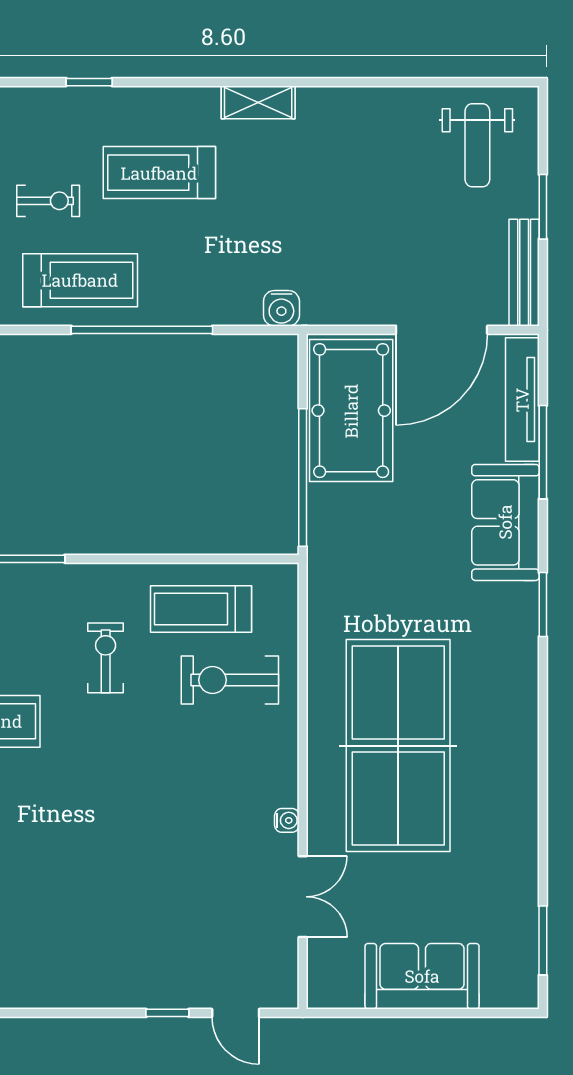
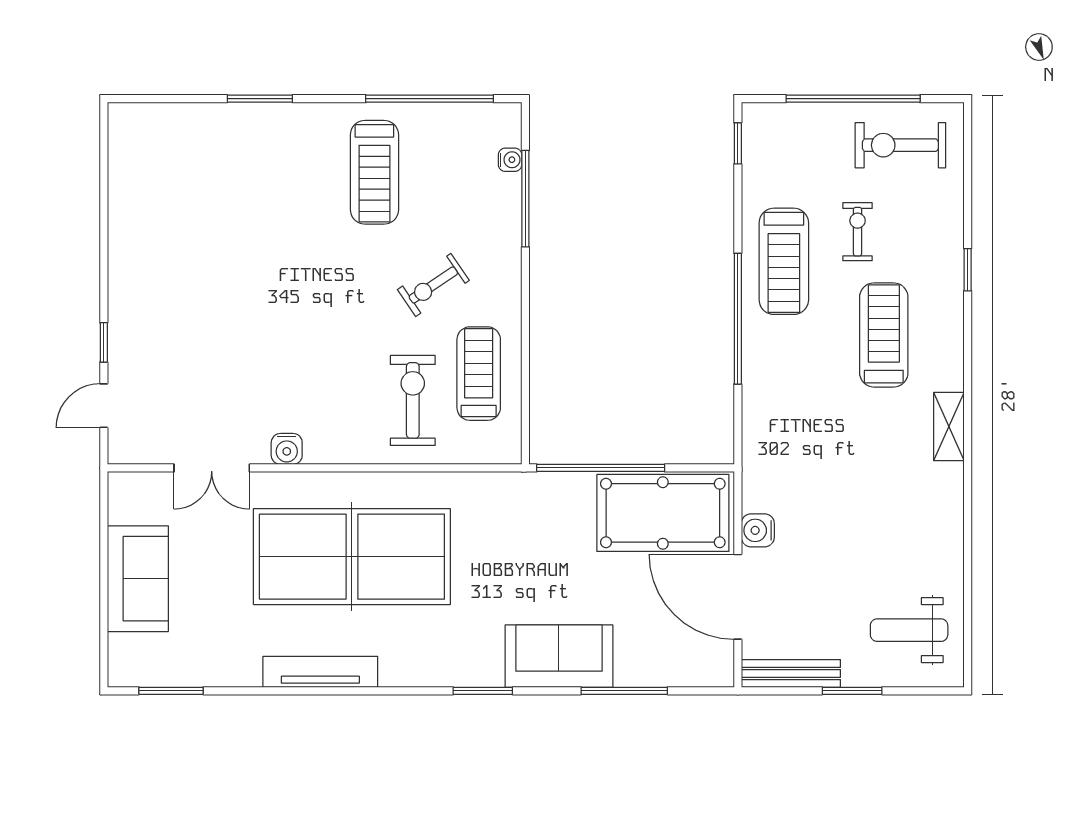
exercise bike: (48, 201) -> (858, 232), turned 180
water cooler: (281, 308) -> (758, 530), moved
tv unit: (522, 400) -> (320, 672), moved
exercise bike: (106, 658) -> (433, 285), turned 146
water cooler: (287, 820) -> (287, 449), width x1.38, depth x1.38

